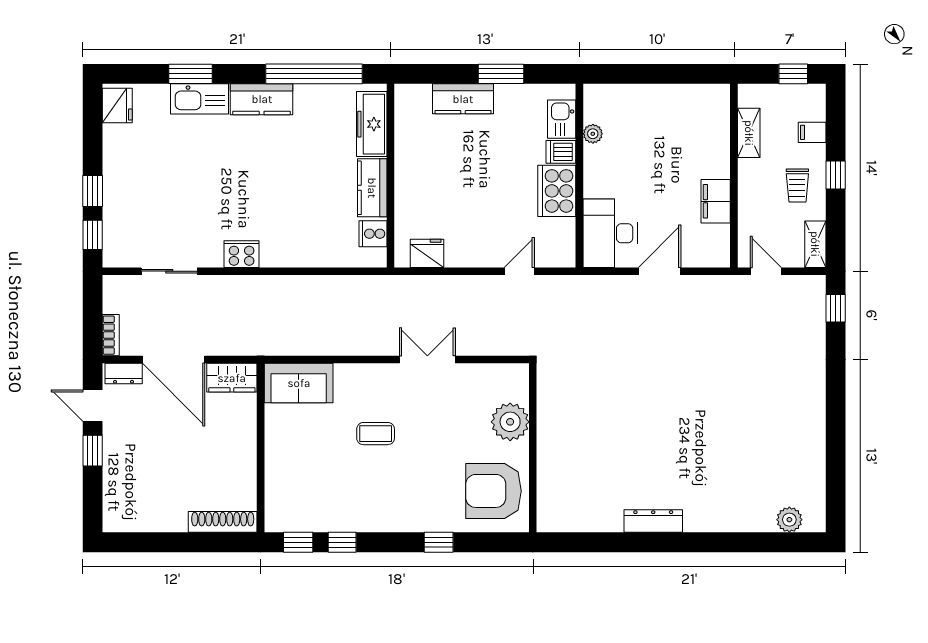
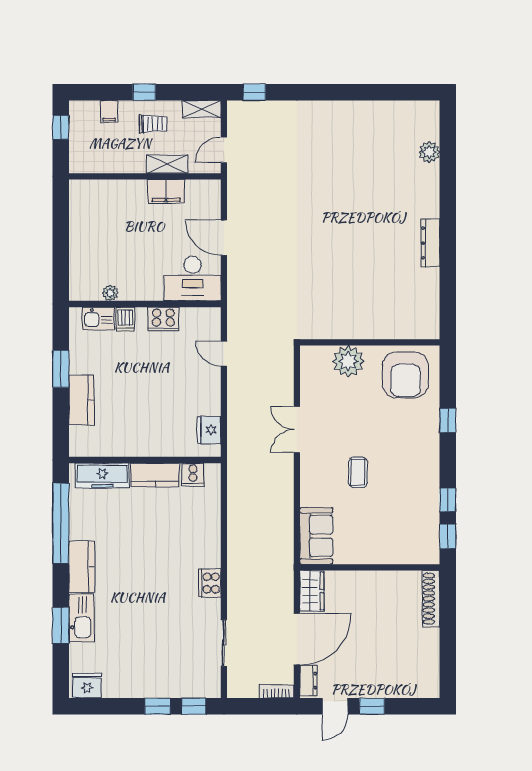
shelving: (749, 133) -> (167, 164), moved
cooker: (557, 191) -> (163, 319), width x0.73, depth x0.76
plant: (789, 520) -> (429, 152), moved

